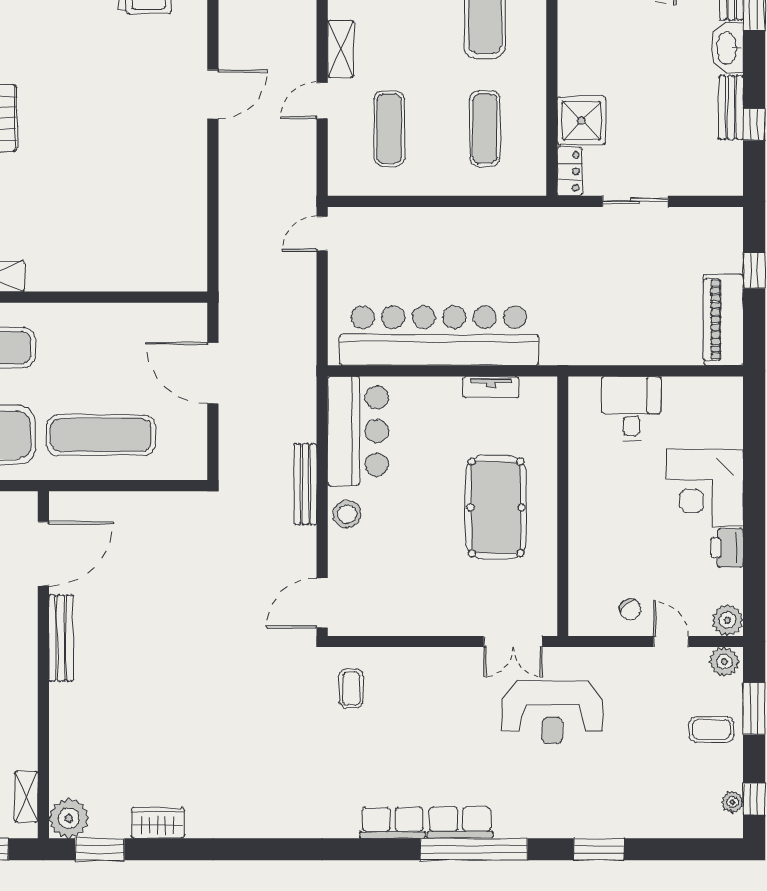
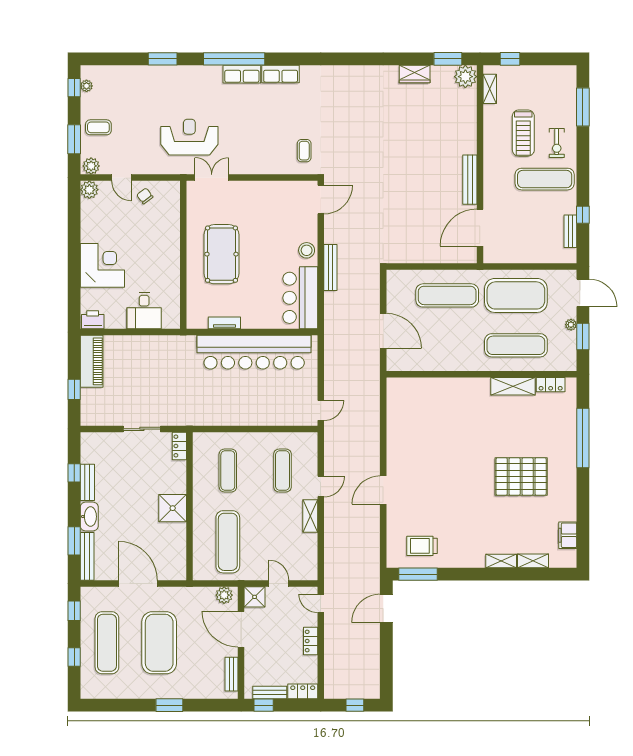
shower: (581, 121) -> (173, 508), moved
printer: (727, 548) -> (93, 320), moved, turned -90

